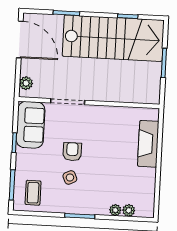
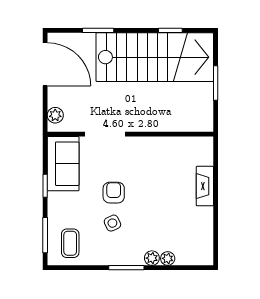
fireplace: (148, 144) -> (205, 186), width x0.73, depth x0.76
plant: (129, 210) -> (152, 258), moved

